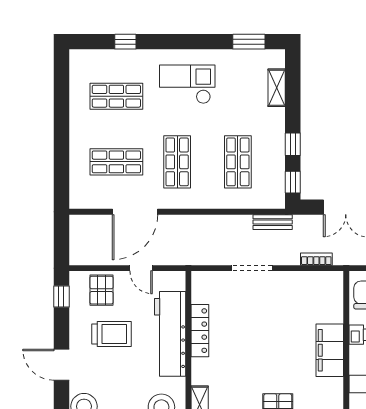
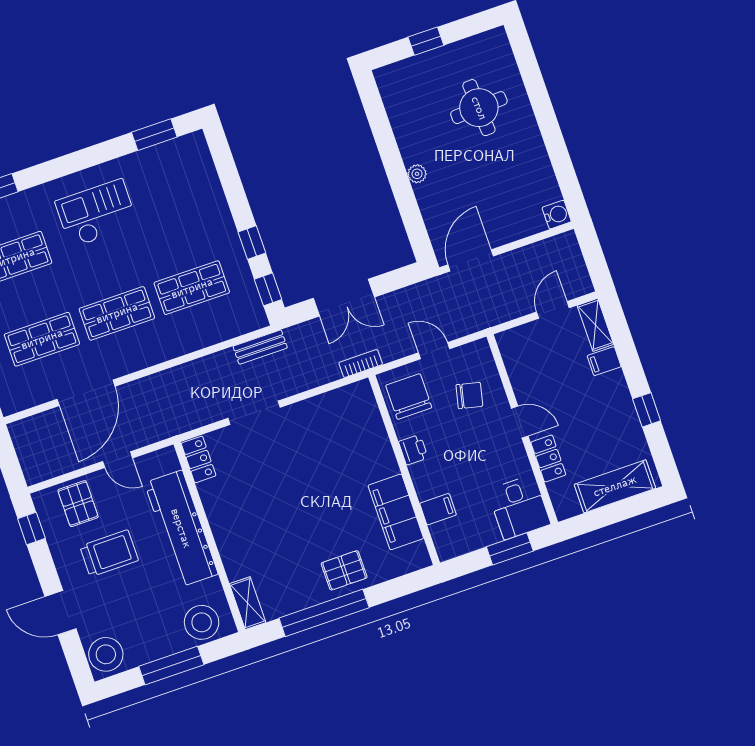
shelving: (277, 88) -> (208, 180), removed
shop shelf: (177, 162) -> (117, 313), turned 90
shop shelf: (238, 162) -> (192, 288), turned 90
bookcase: (316, 259) -> (361, 363), moved
locker: (200, 331) -> (199, 459), moved, width x0.66
filing cabinet: (330, 350) -> (396, 512), moved

